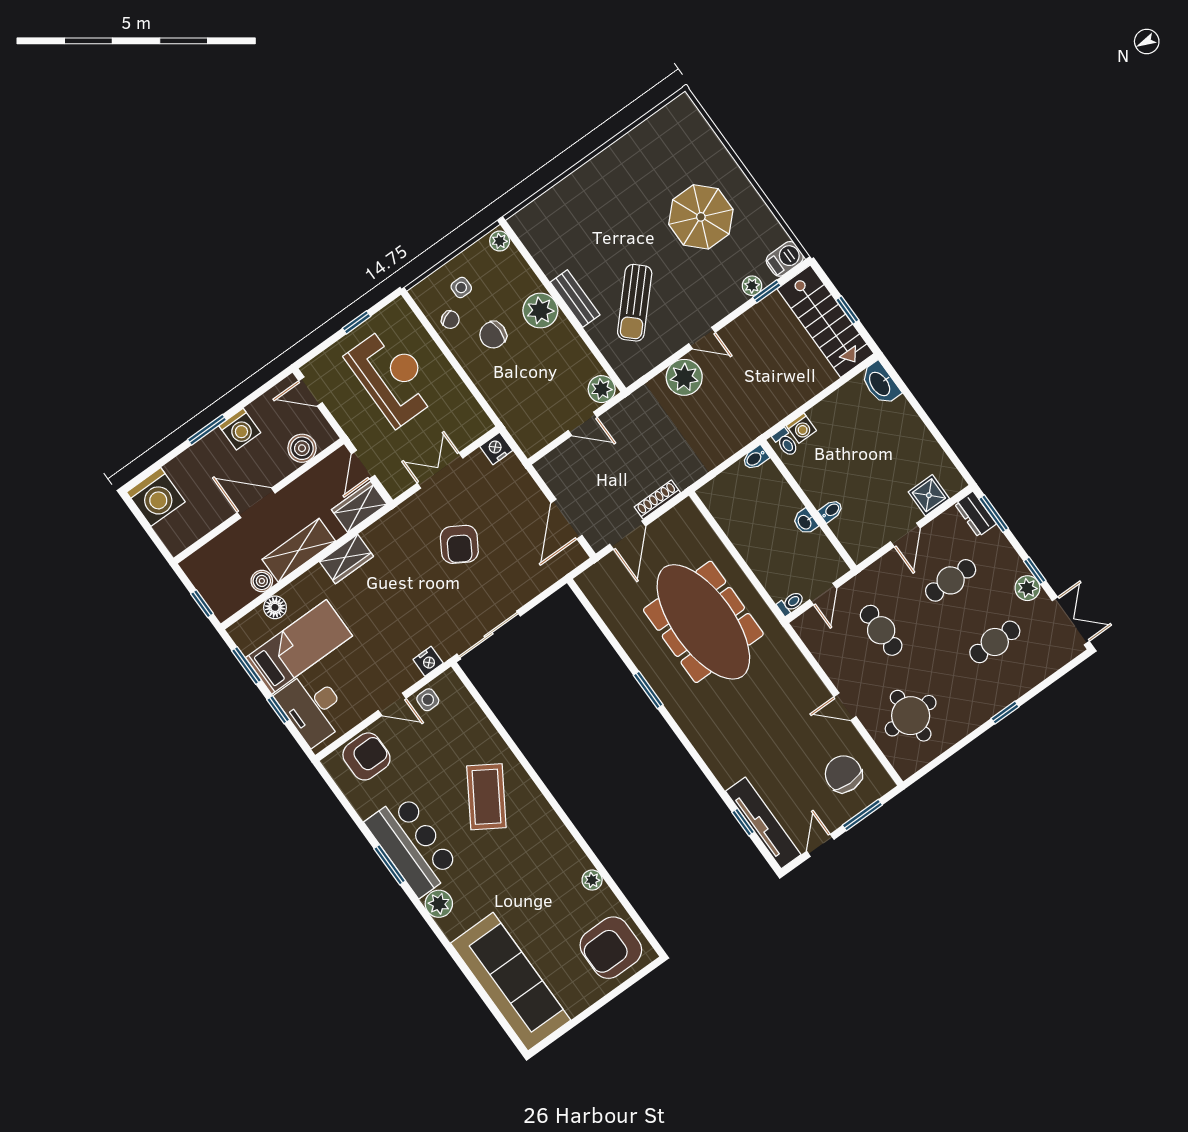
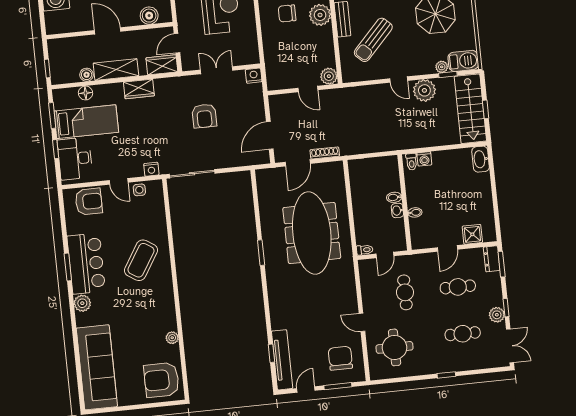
barbecue: (785, 259) -> (463, 61), width x1.38, depth x1.27
plant: (684, 377) -> (424, 90), moved
bidet: (755, 458) -> (394, 197), moved
armchair: (459, 544) -> (204, 116), turned -31

